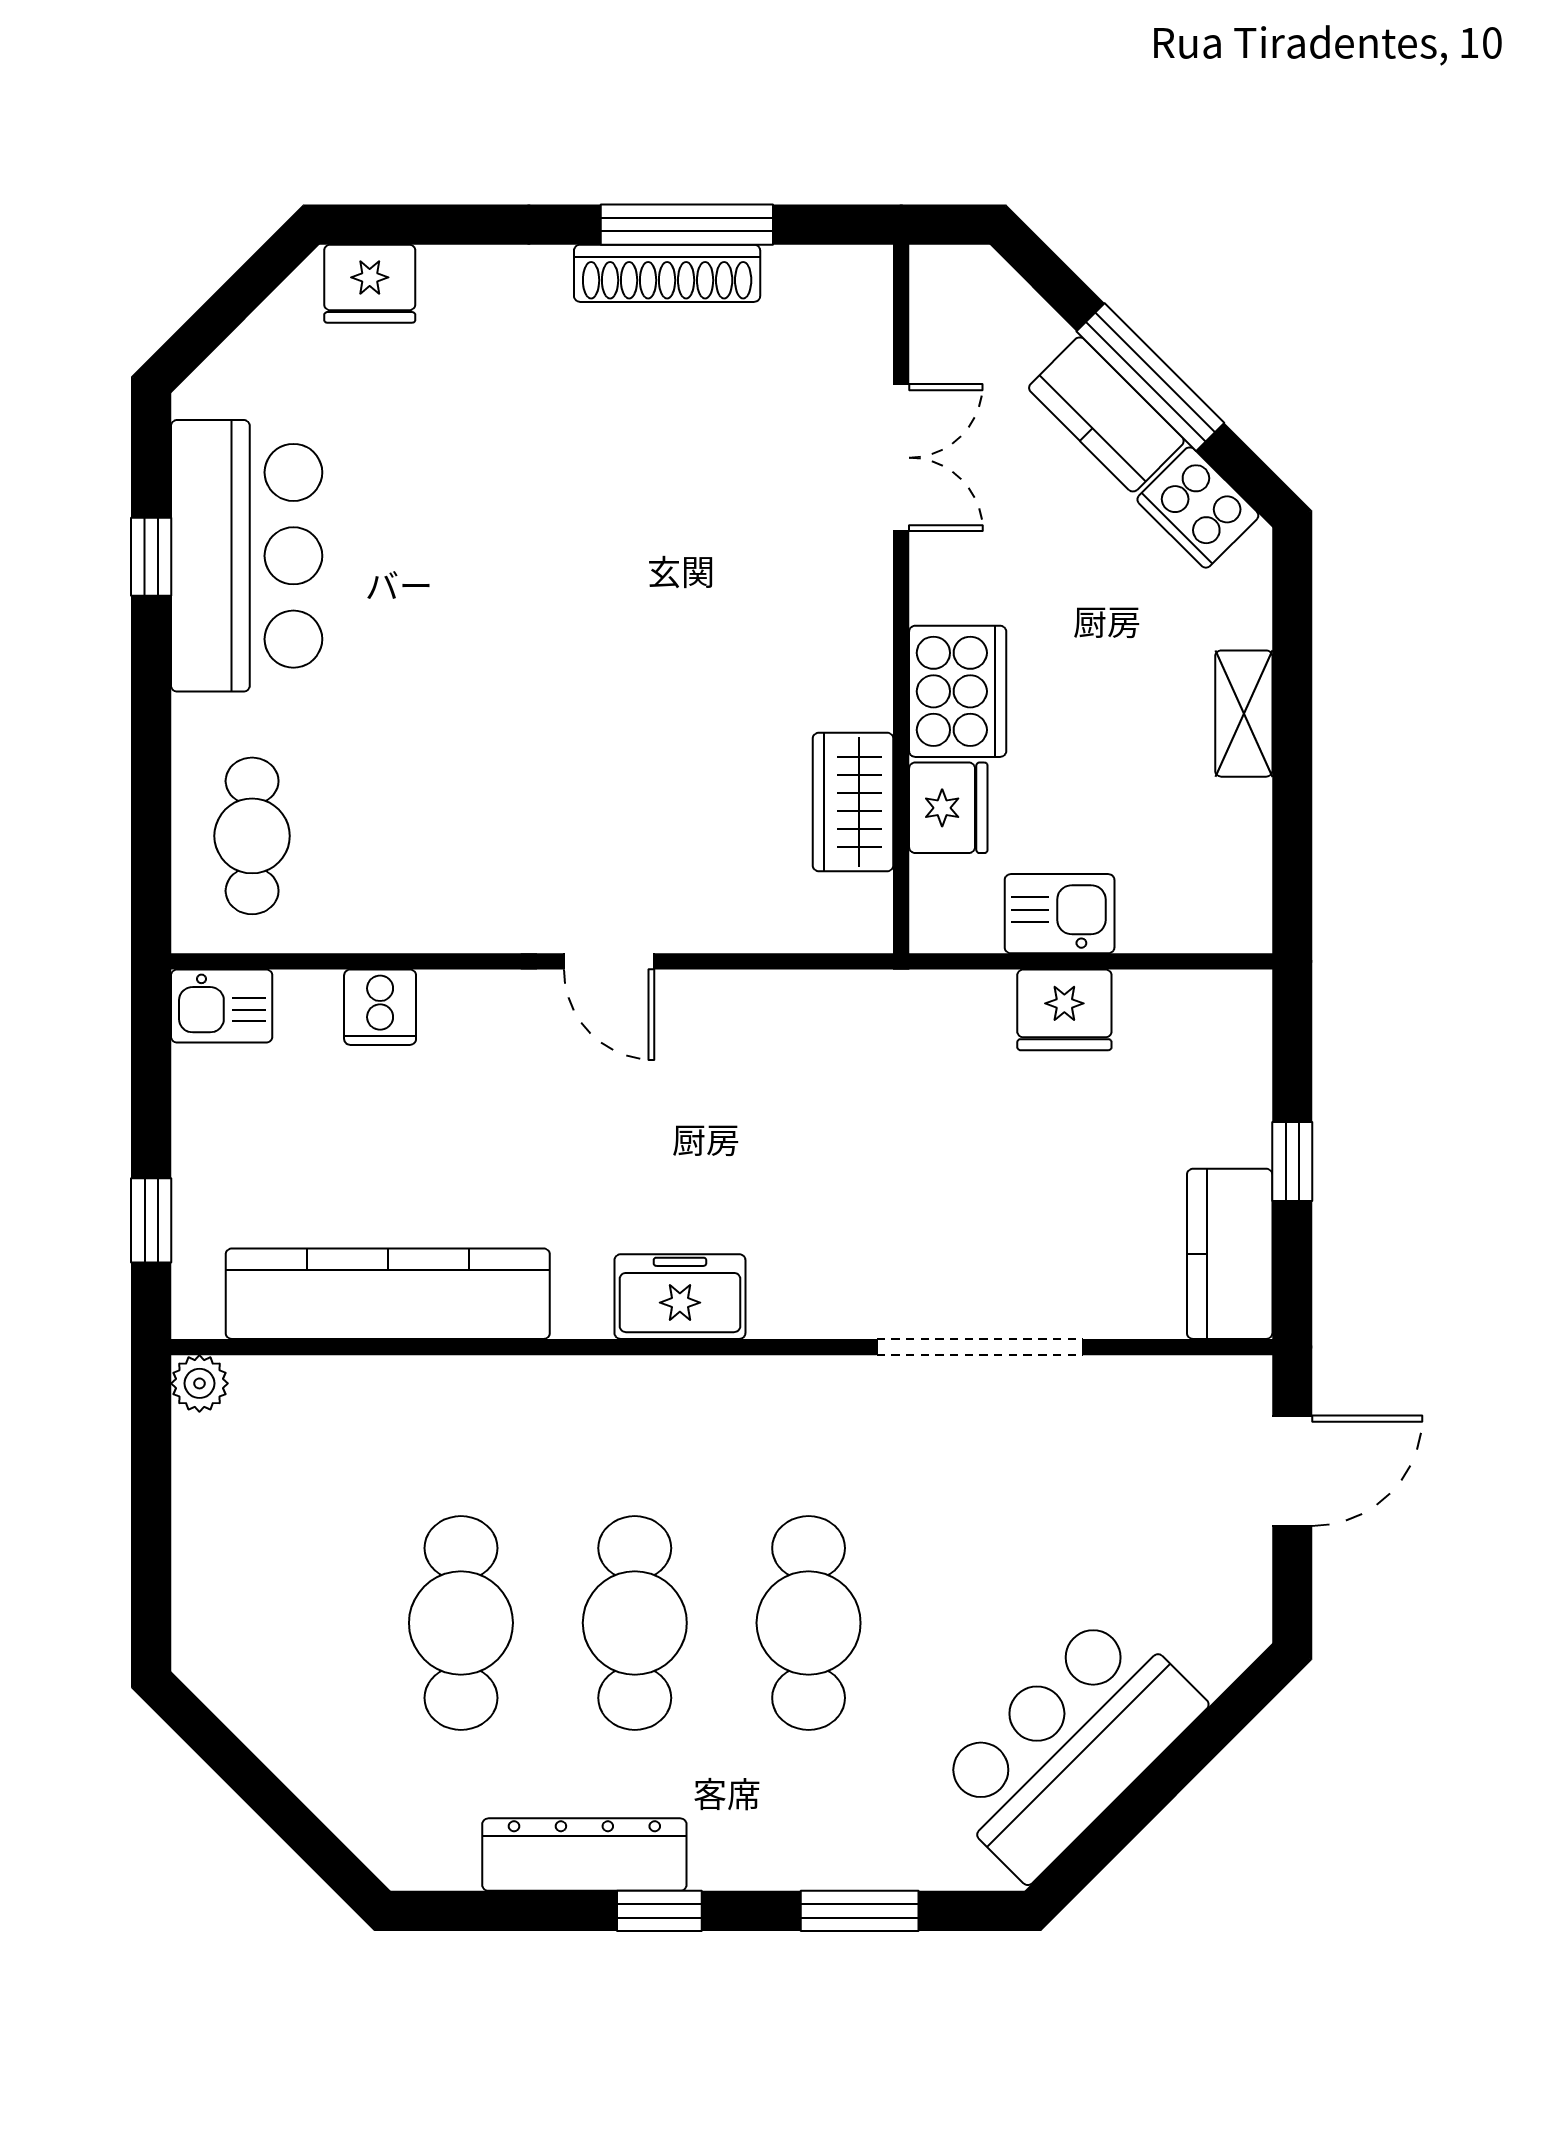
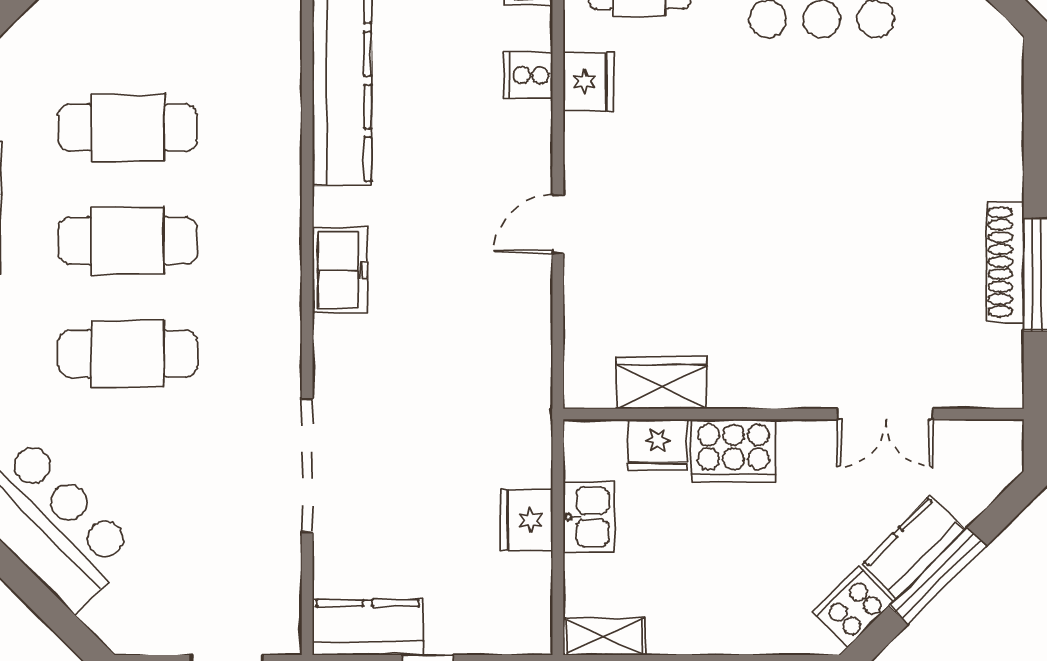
fridge: (370, 284) -> (589, 81), moved, turned 180
shelving: (1244, 714) -> (604, 637), moved

